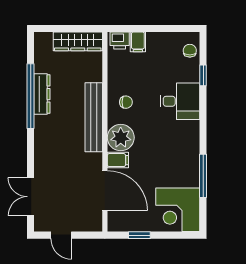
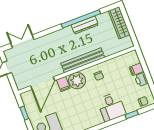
wardrobe: (78, 41) -> (119, 23), moved
printer: (120, 41) -> (141, 80), moved

